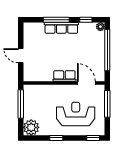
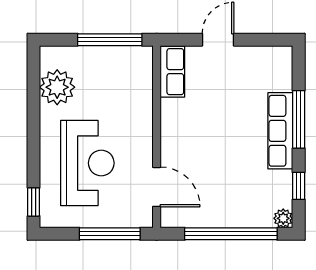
row of seats: (64, 76) -> (172, 72), moved
door: (86, 83) -> (157, 187), hinge flipped
plant: (31, 127) -> (57, 87), moved
window: (56, 138) -> (34, 119), removed

